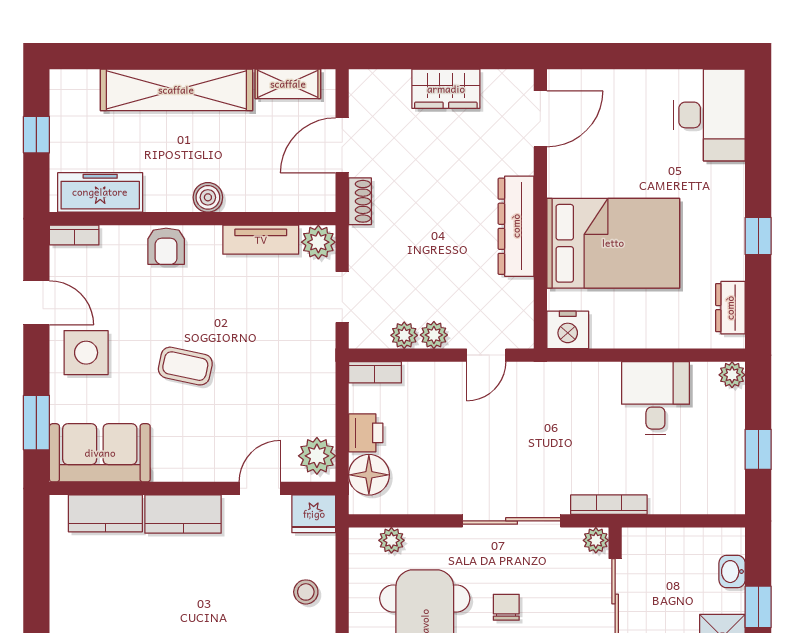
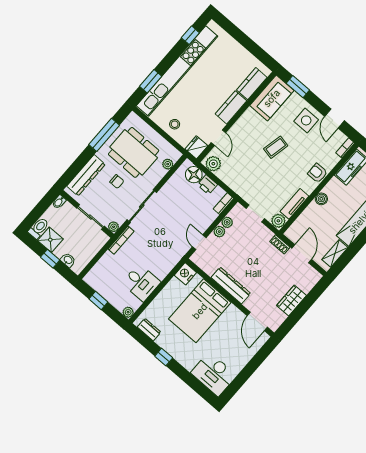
door: (36, 303) -> (335, 118), hinge flipped

